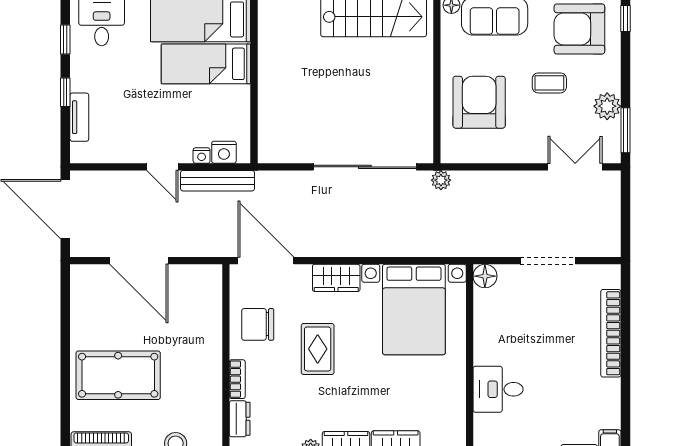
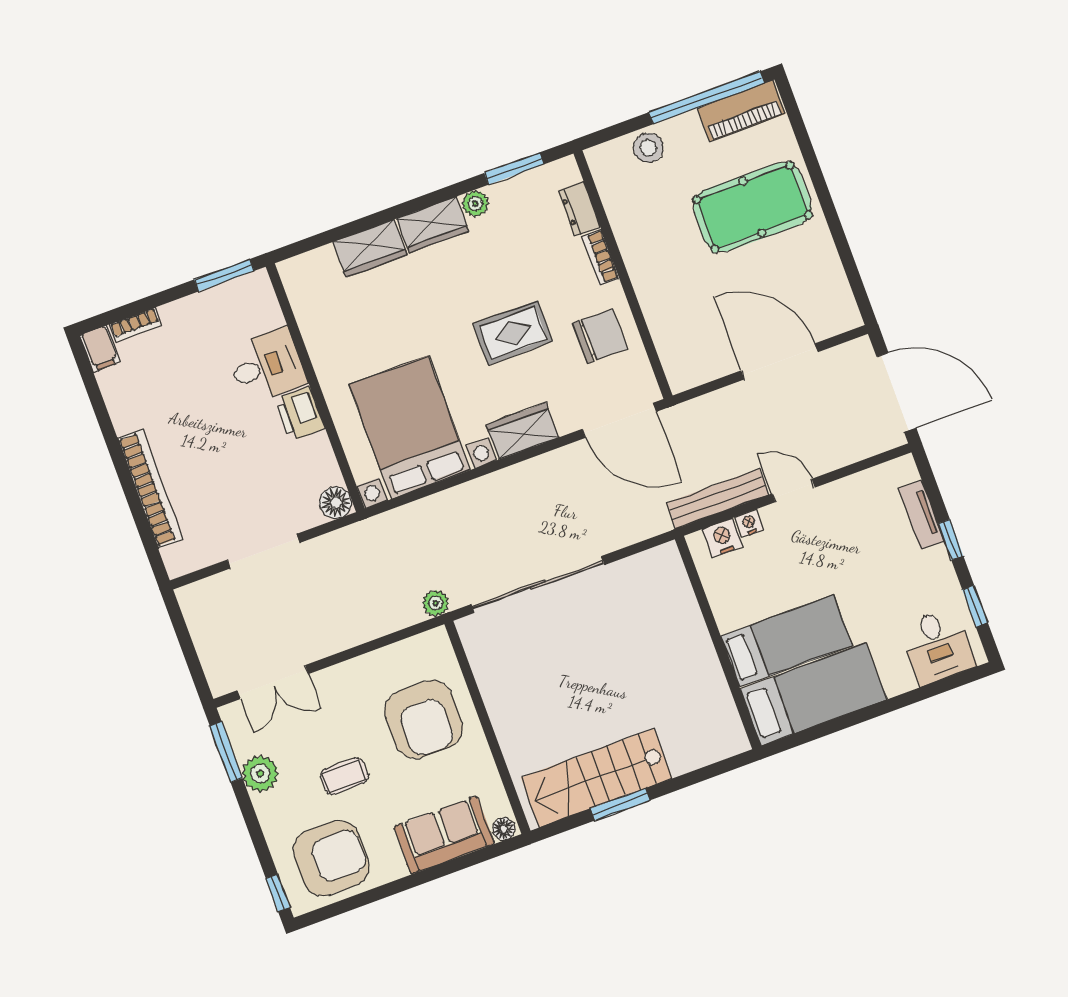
printer: (487, 347) -> (300, 414), added
rug: (318, 349) -> (513, 333), turned 90

